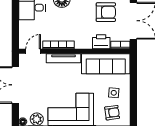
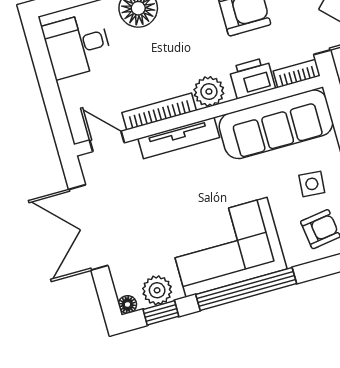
plant: (82, 42) -> (209, 92), added
door: (33, 51) -> (107, 141), hinge flipped

